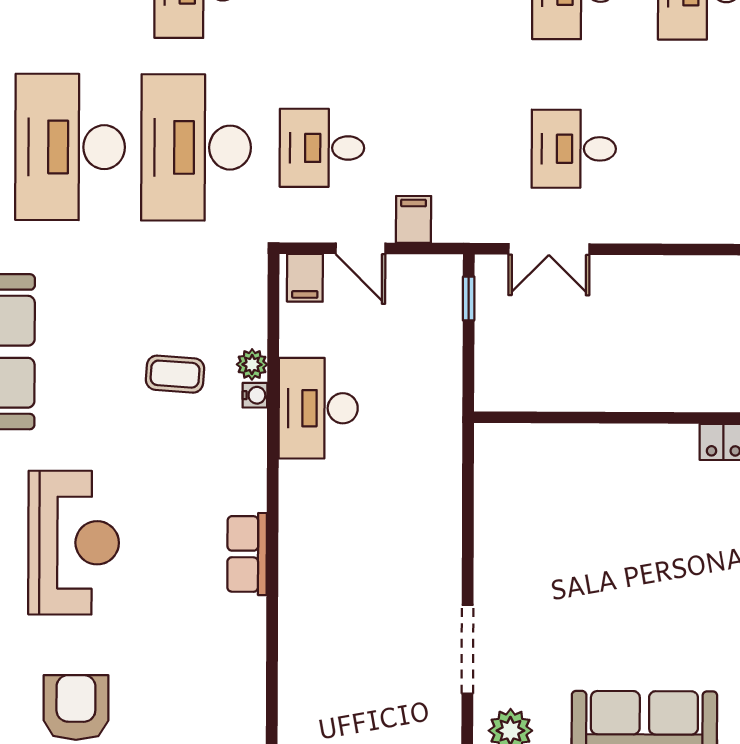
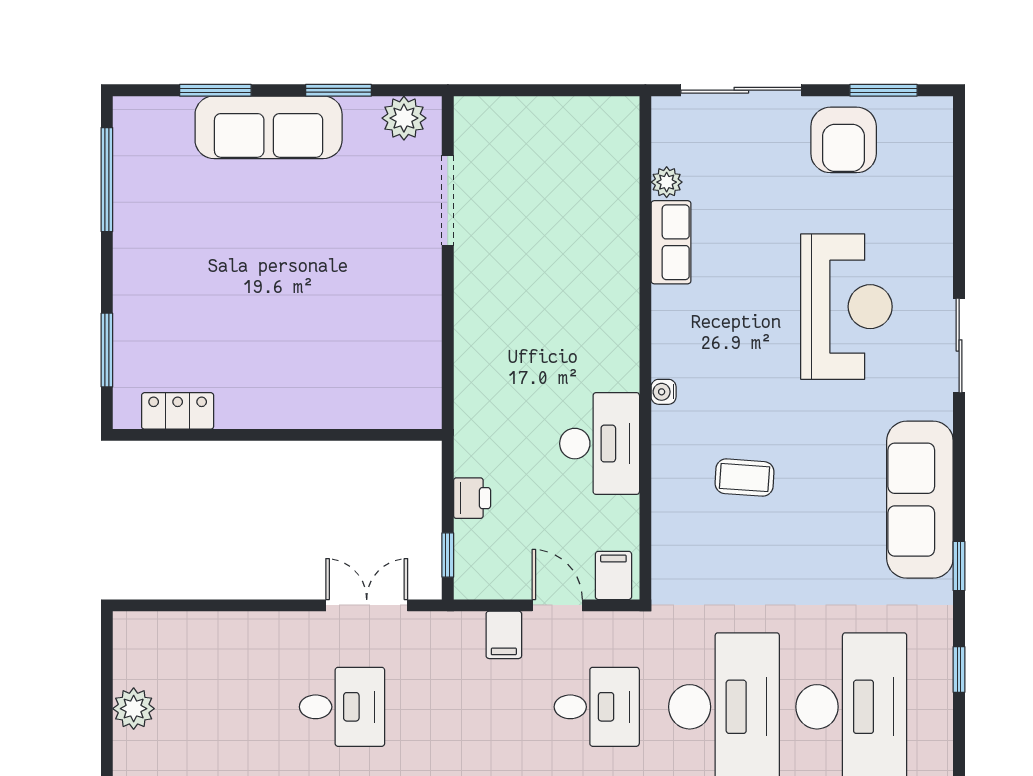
printer: (444, 355) -> (472, 498), added
plant: (252, 364) -> (667, 182), moved
water cooler: (255, 395) -> (664, 392), moved
reception desk: (74, 543) -> (846, 307), turned 180
row of seats: (247, 554) -> (671, 242), moved

